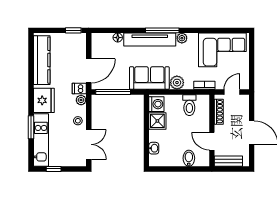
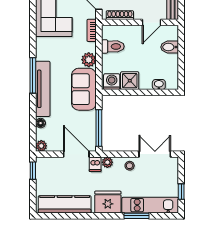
plant: (182, 38) -> (41, 146), moved

